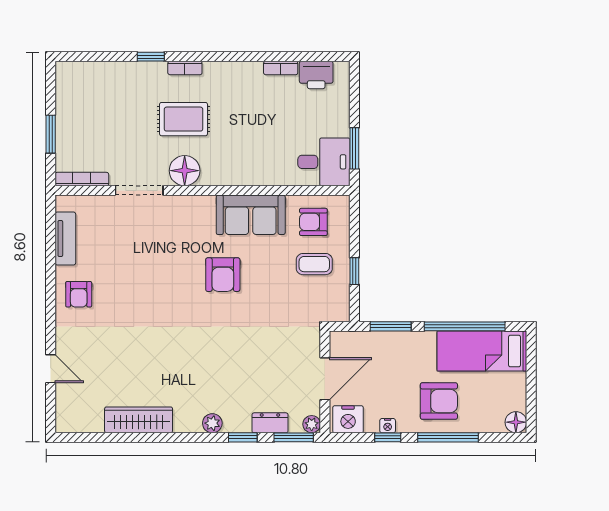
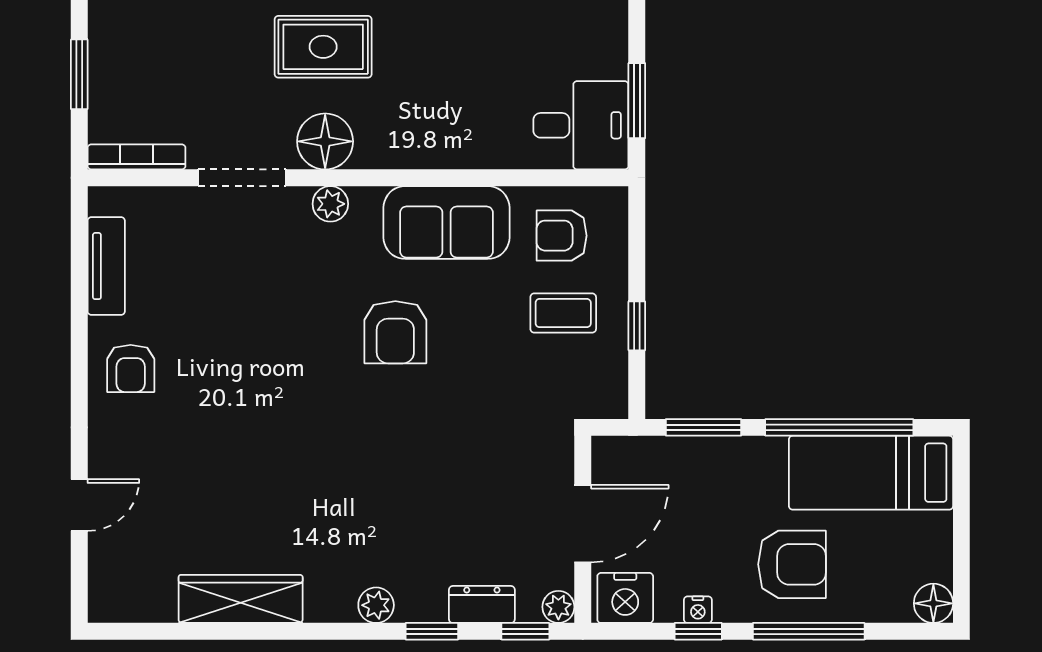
plant: (187, 205) -> (330, 204), added
door: (51, 369) -> (79, 505), hinge flipped
window: (294, 437) -> (525, 631), width x0.67

